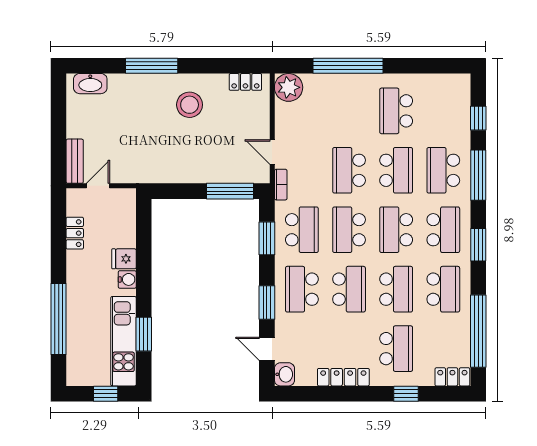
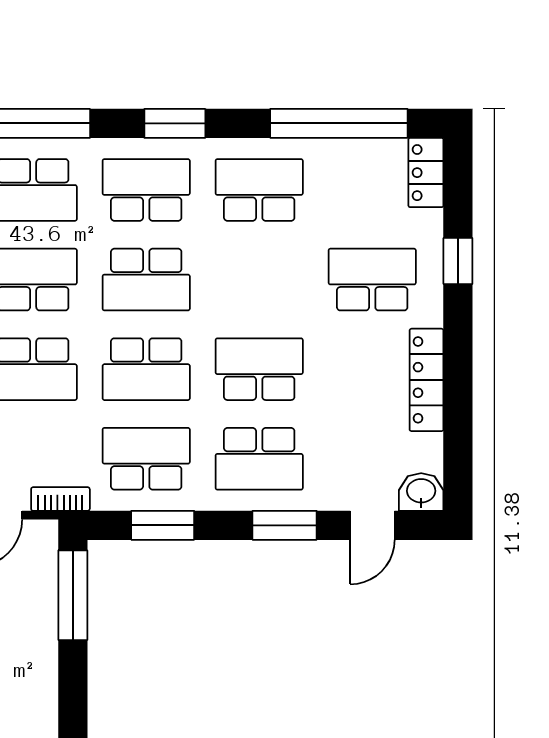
school desk: (396, 289) -> (259, 280), removed

